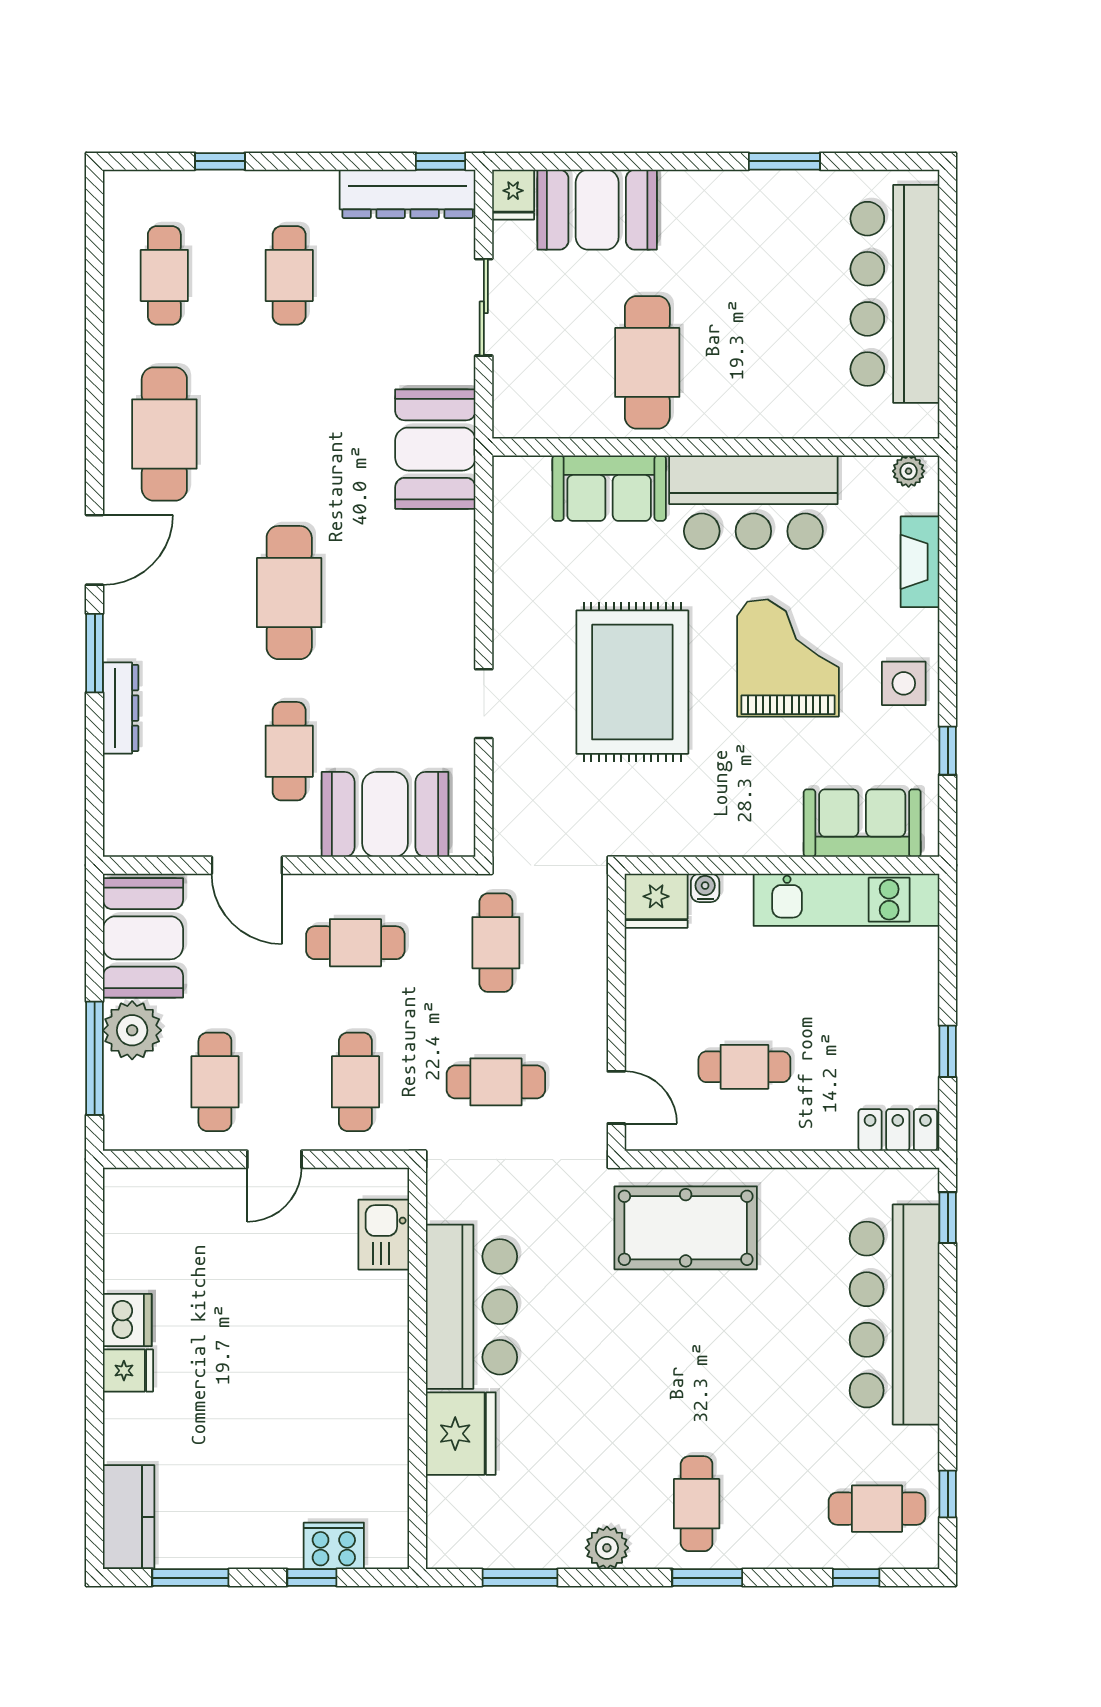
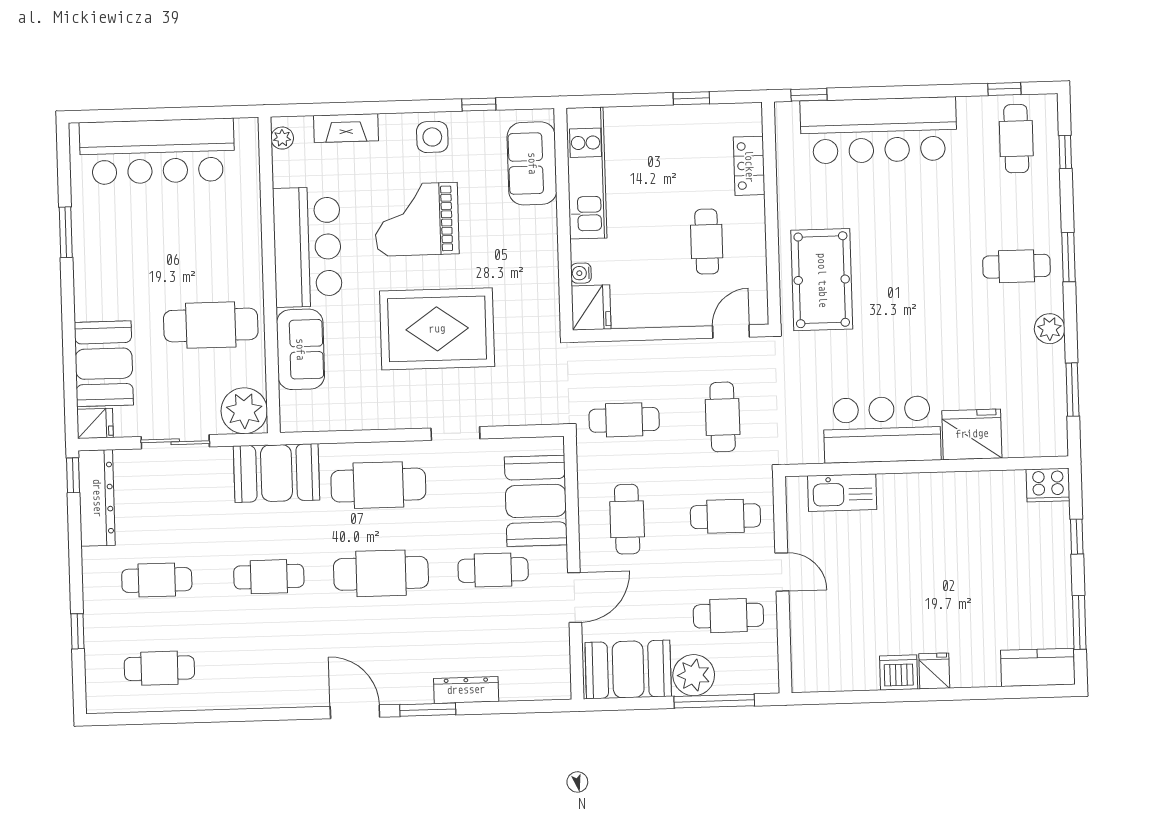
plant: (525, 406) -> (244, 411), added
cafe table: (164, 434) -> (269, 577), moved, width x0.73, depth x0.74
cafe table: (414, 593) -> (378, 485), added
locker: (898, 1130) -> (749, 166), moved
kitchen sink: (384, 1235) -> (842, 493), width x1.38
cooker: (334, 1546) -> (1048, 485), moved, turned -90

